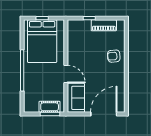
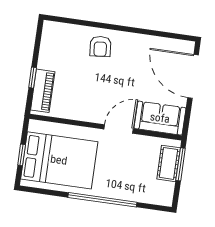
piano: (104, 25) -> (43, 91), moved

